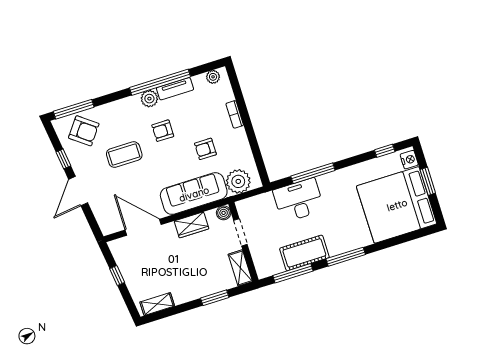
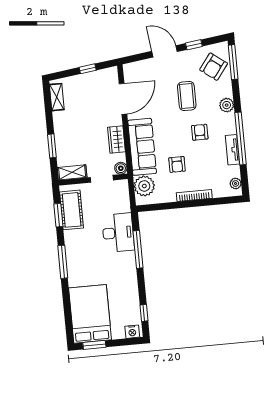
plant: (149, 99) -> (227, 105), moved
bookcase: (235, 114) -> (194, 195), width x1.56
armchair: (205, 149) -> (177, 164), turned 180
window: (428, 181) -> (94, 345), moved
bed: (397, 205) -> (90, 314), width x0.73
cot: (304, 253) -> (72, 210), moved
window: (293, 273) -> (58, 215), width x0.69

